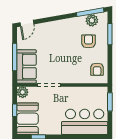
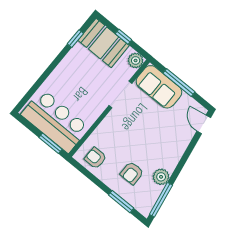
plant: (92, 20) -> (161, 177), moved
armchair: (88, 41) -> (132, 173), turned 90
bar counter: (85, 122) -> (55, 121), moved, turned -90

